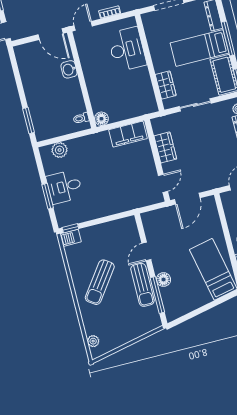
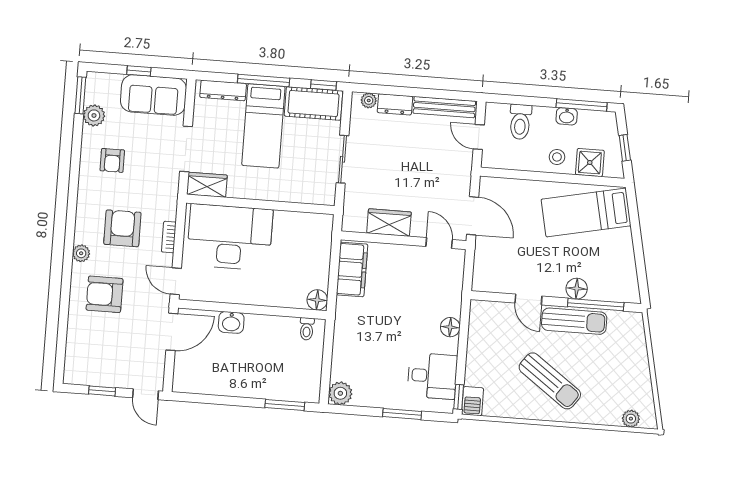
desk: (127, 49) -> (230, 237), width x1.36, depth x1.30
wardrobe: (166, 85) -> (207, 185), moved
plant: (60, 150) -> (340, 393), moved
desk: (64, 187) -> (432, 376), moved, turned -90
floor lamp: (112, 208) -> (450, 327), added

